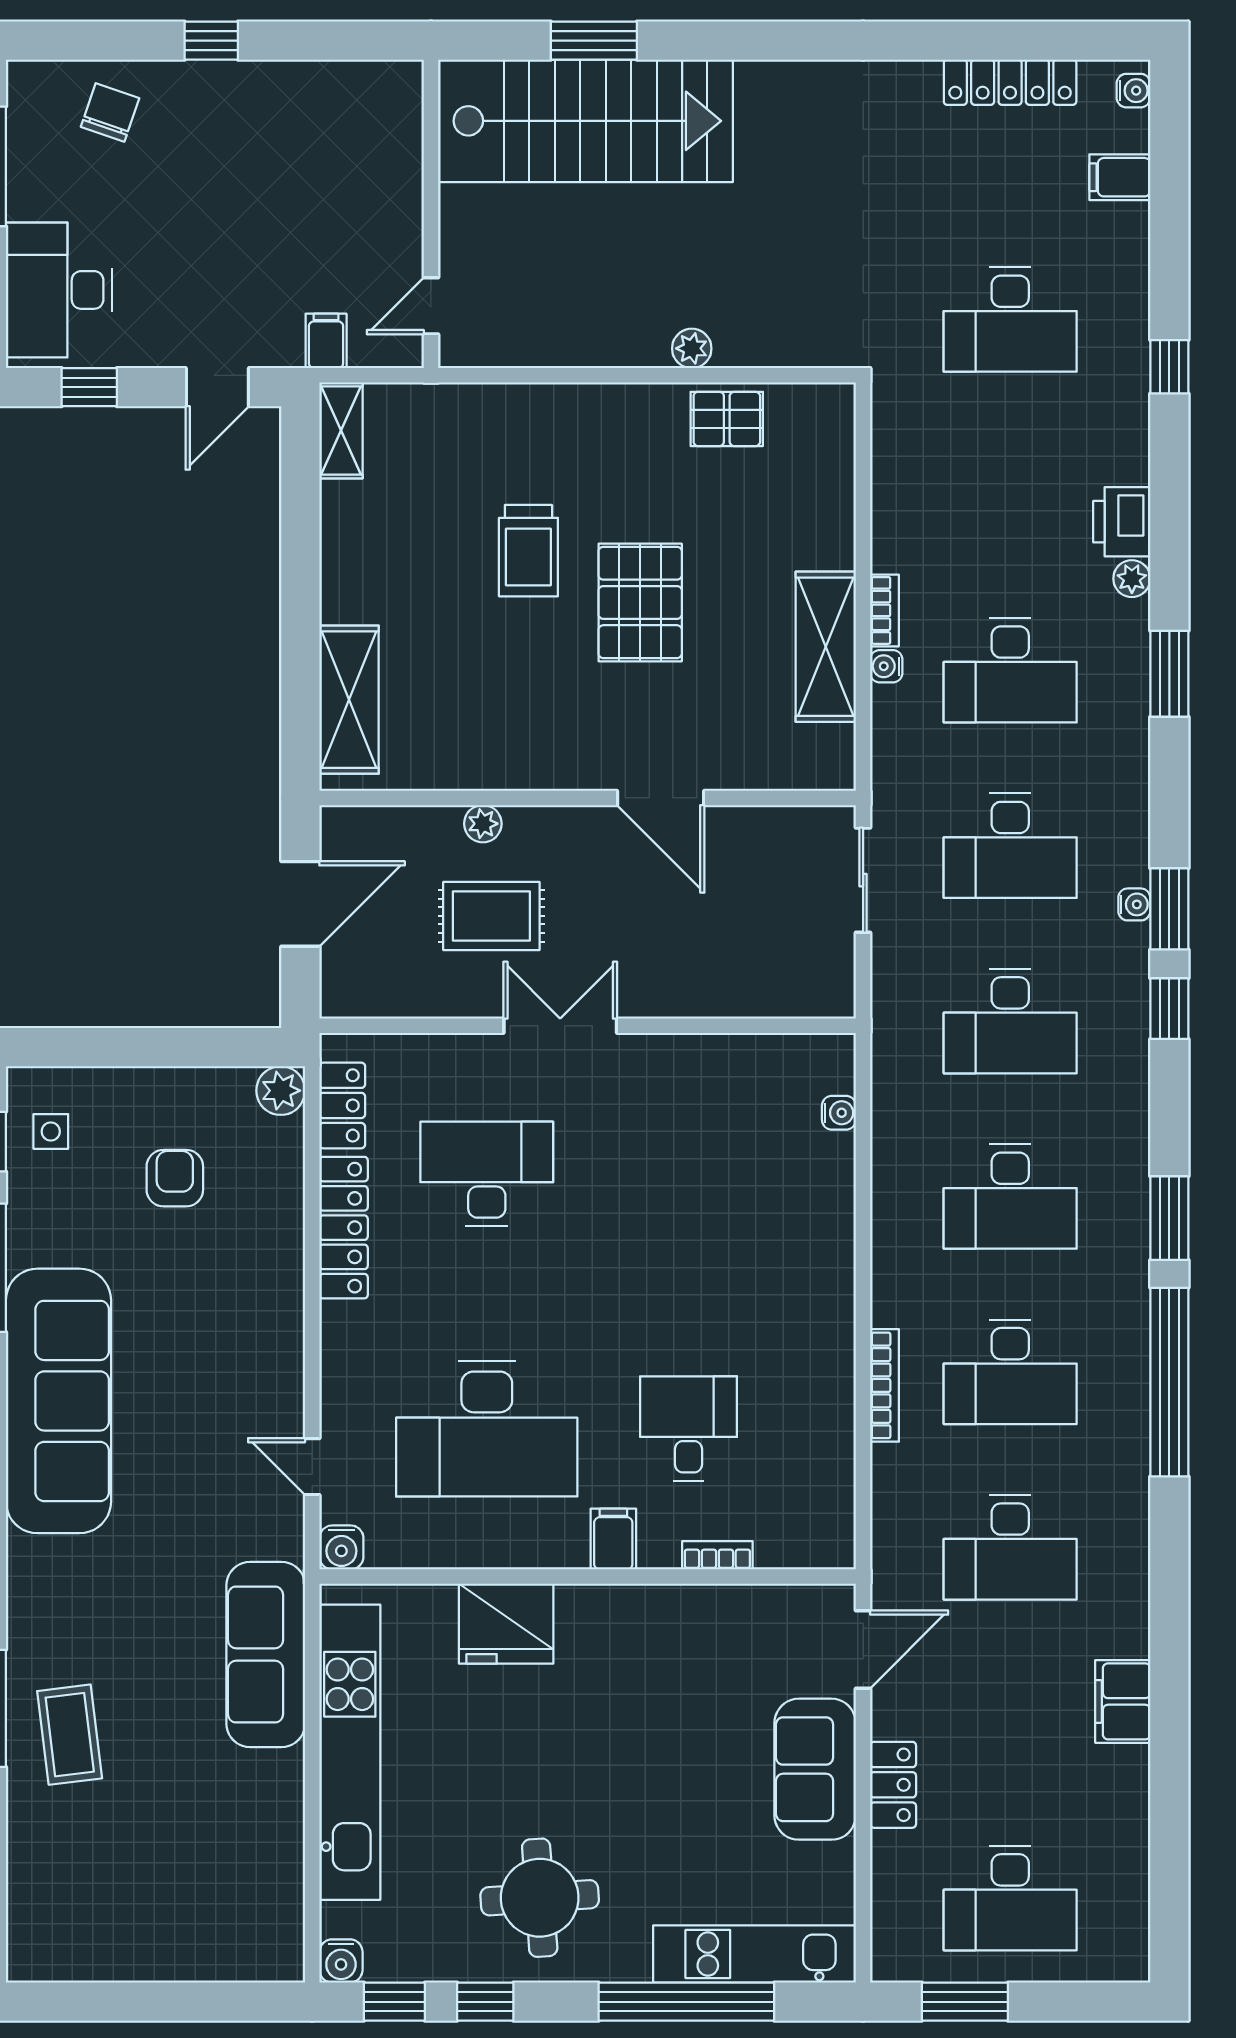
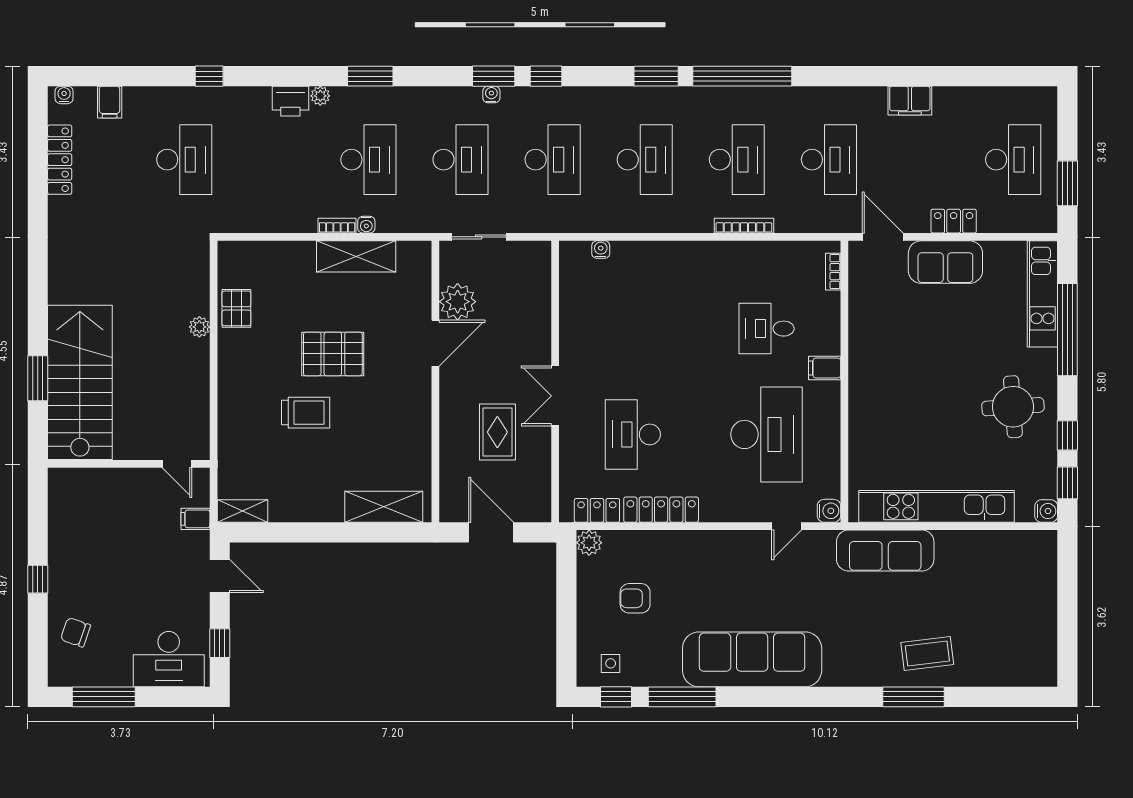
plant: (483, 824) -> (458, 302), moved, width x1.88, depth x1.88
bookcase: (717, 1555) -> (833, 272), moved
fridge: (506, 1624) -> (869, 424), removed

